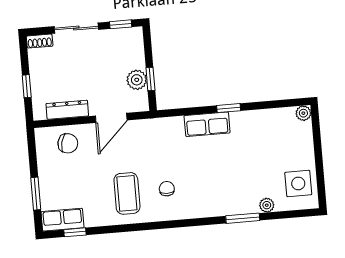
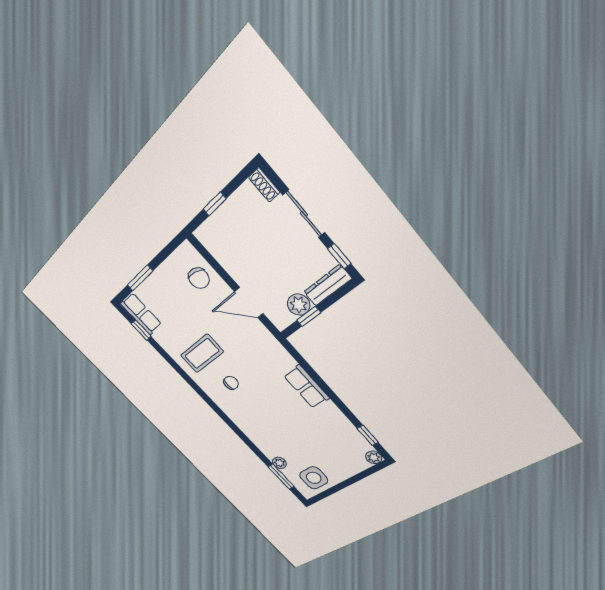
window: (229, 108) -> (368, 435), moved
dresser: (67, 110) -> (328, 285), moved, turned -90
window: (243, 218) -> (281, 477), moved

